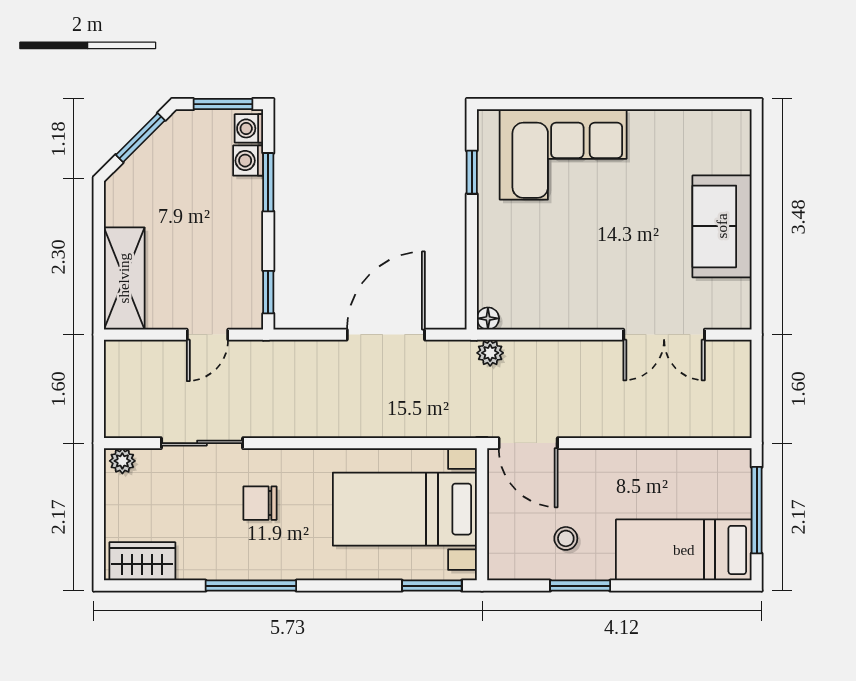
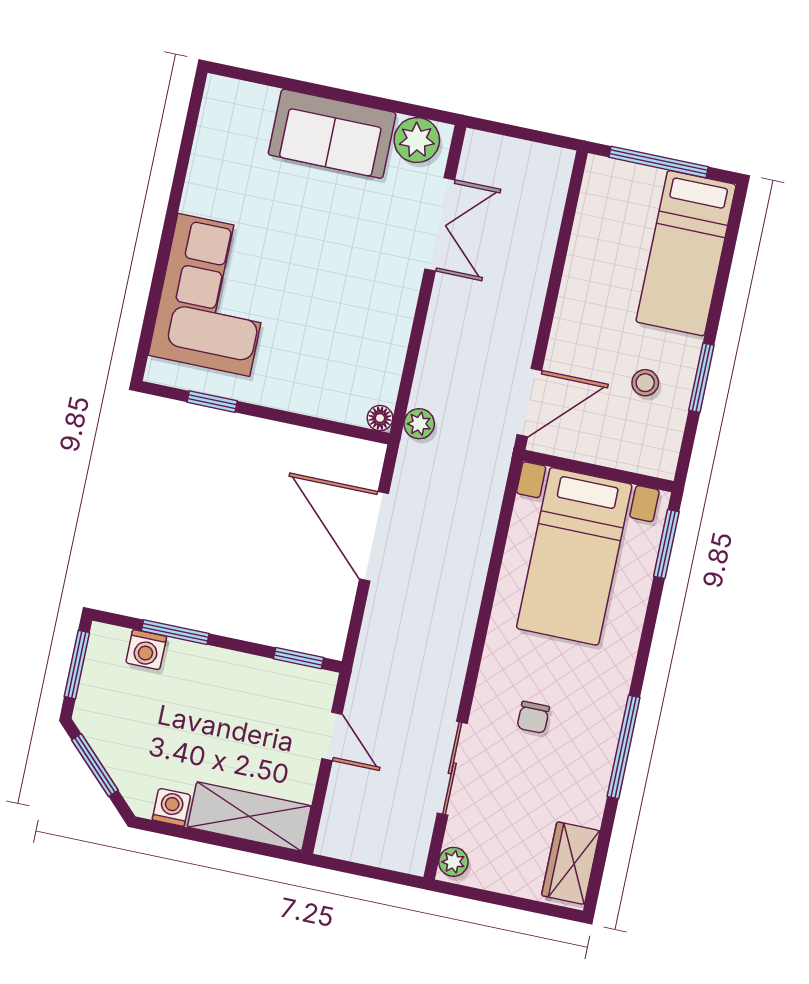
washing machine: (249, 128) -> (171, 807), moved, turned 180
plant: (732, 300) -> (417, 140), added
chair: (260, 503) -> (533, 717), width x0.73, depth x0.73

